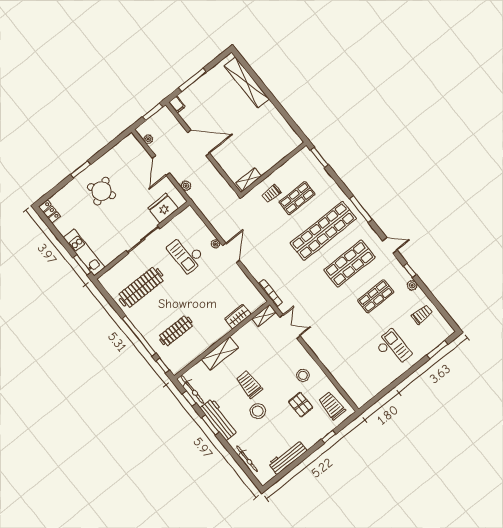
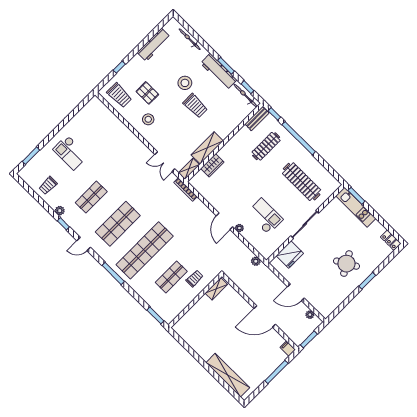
door: (161, 165) -> (296, 292), swing flipped
plant: (186, 186) -> (256, 261), moved
clothes rail: (141, 287) -> (302, 182), turned 90
shelving: (220, 353) -> (207, 148), moved
bench: (183, 363) -> (257, 119), added

